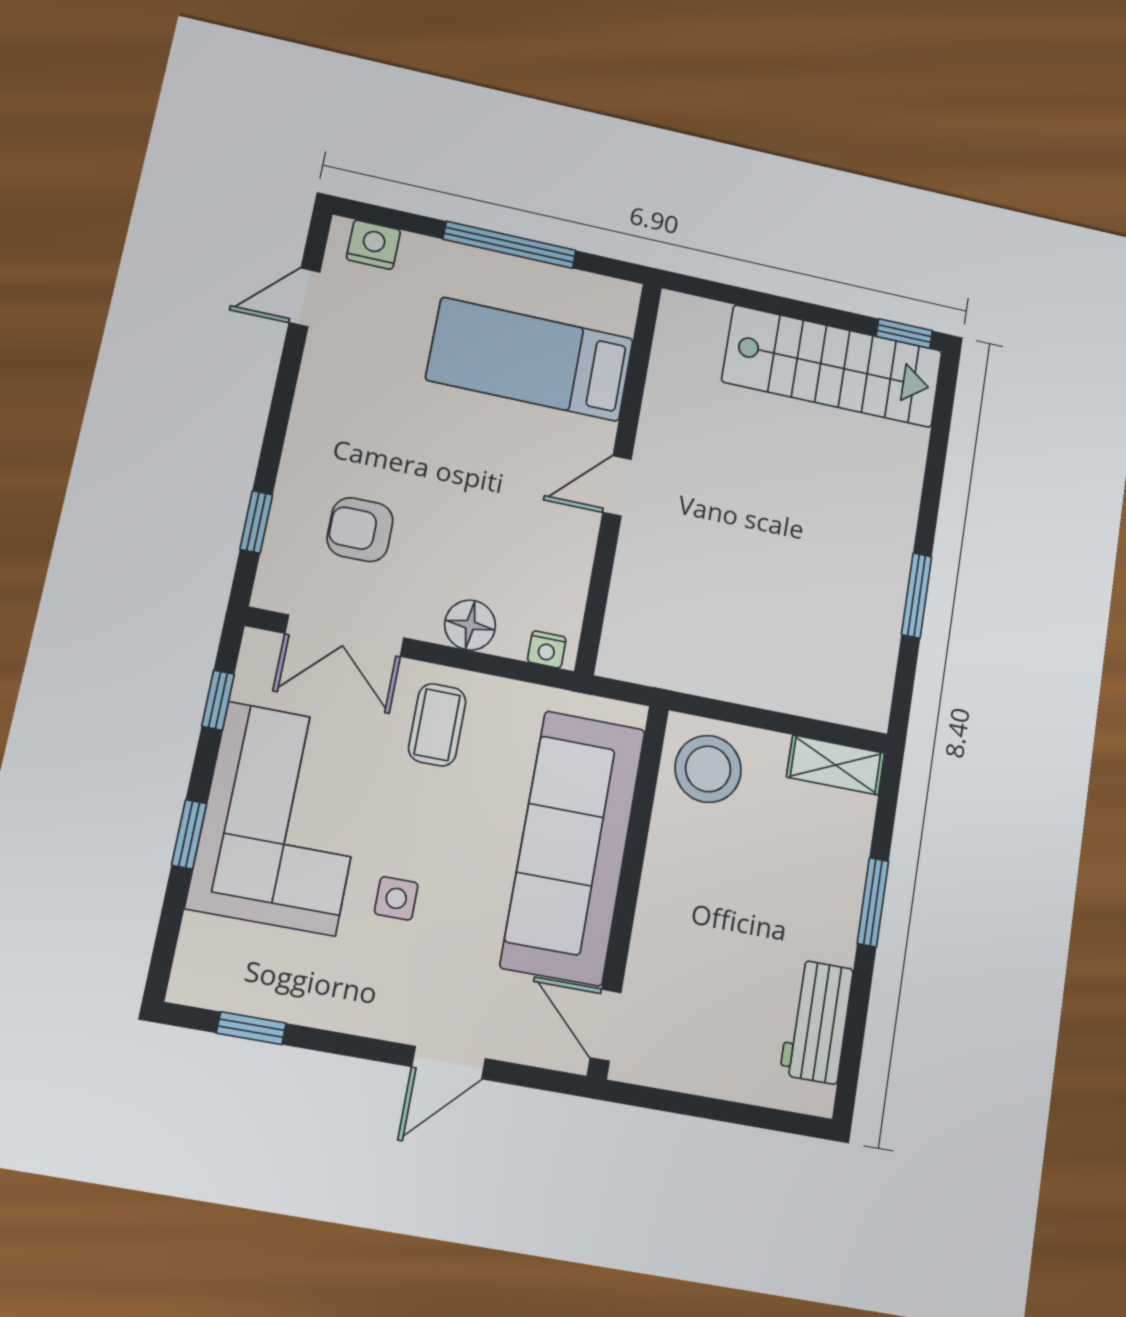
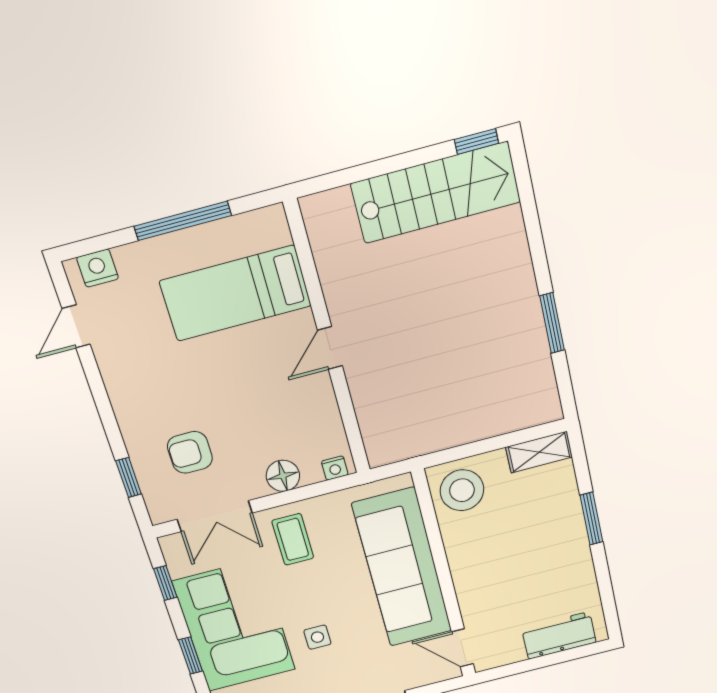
workbench: (817, 1022) -> (559, 635), moved, turned 90

